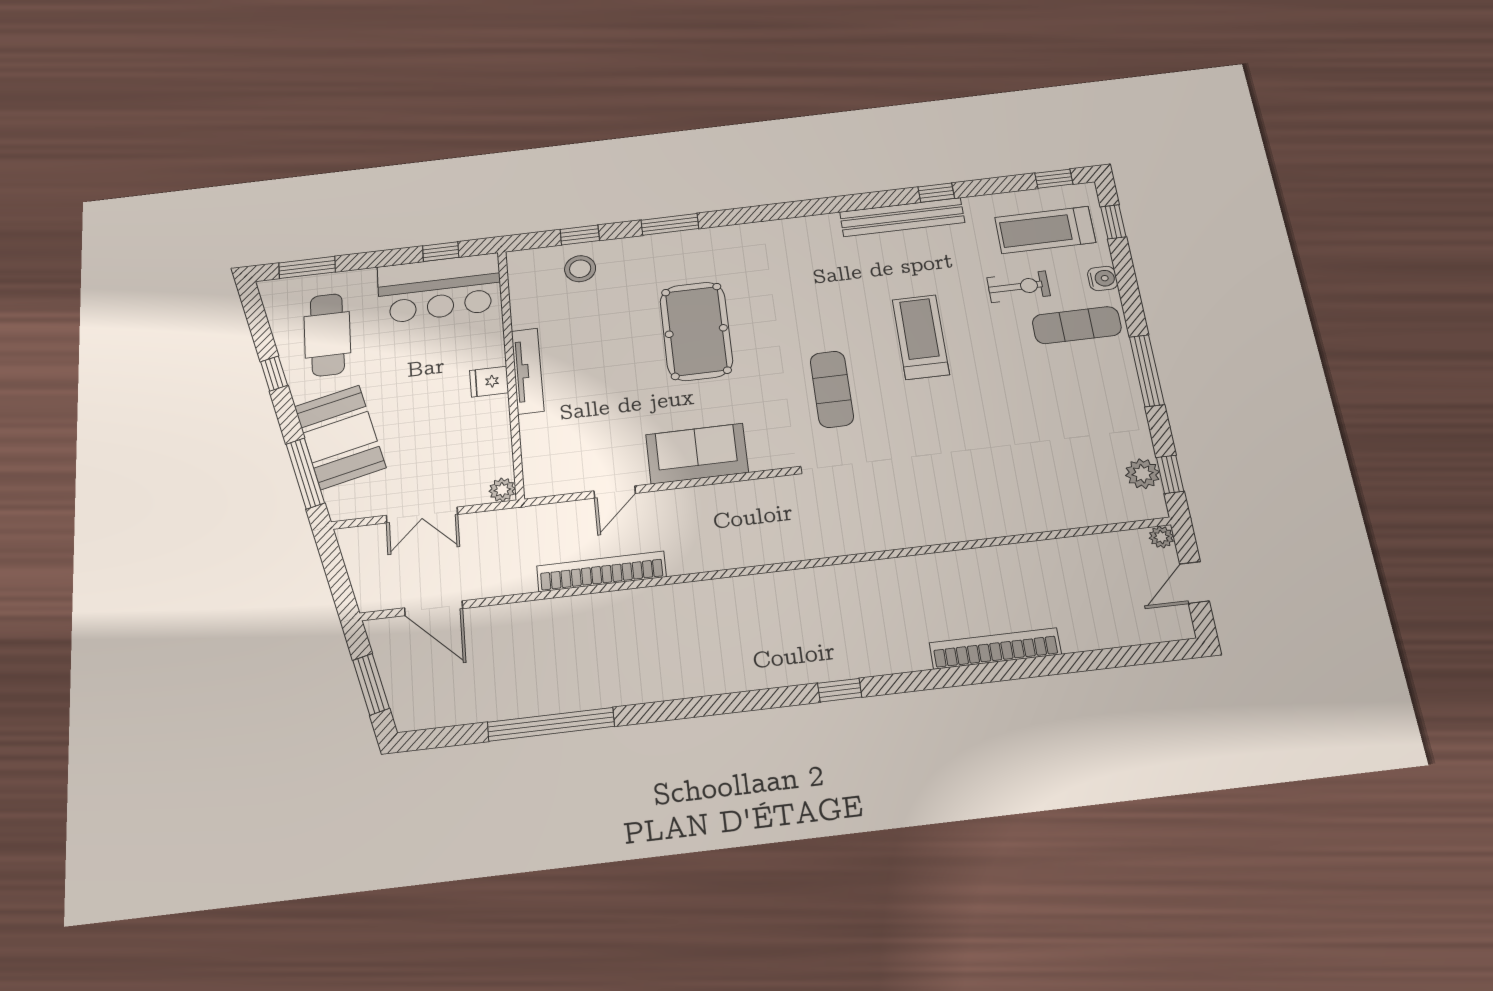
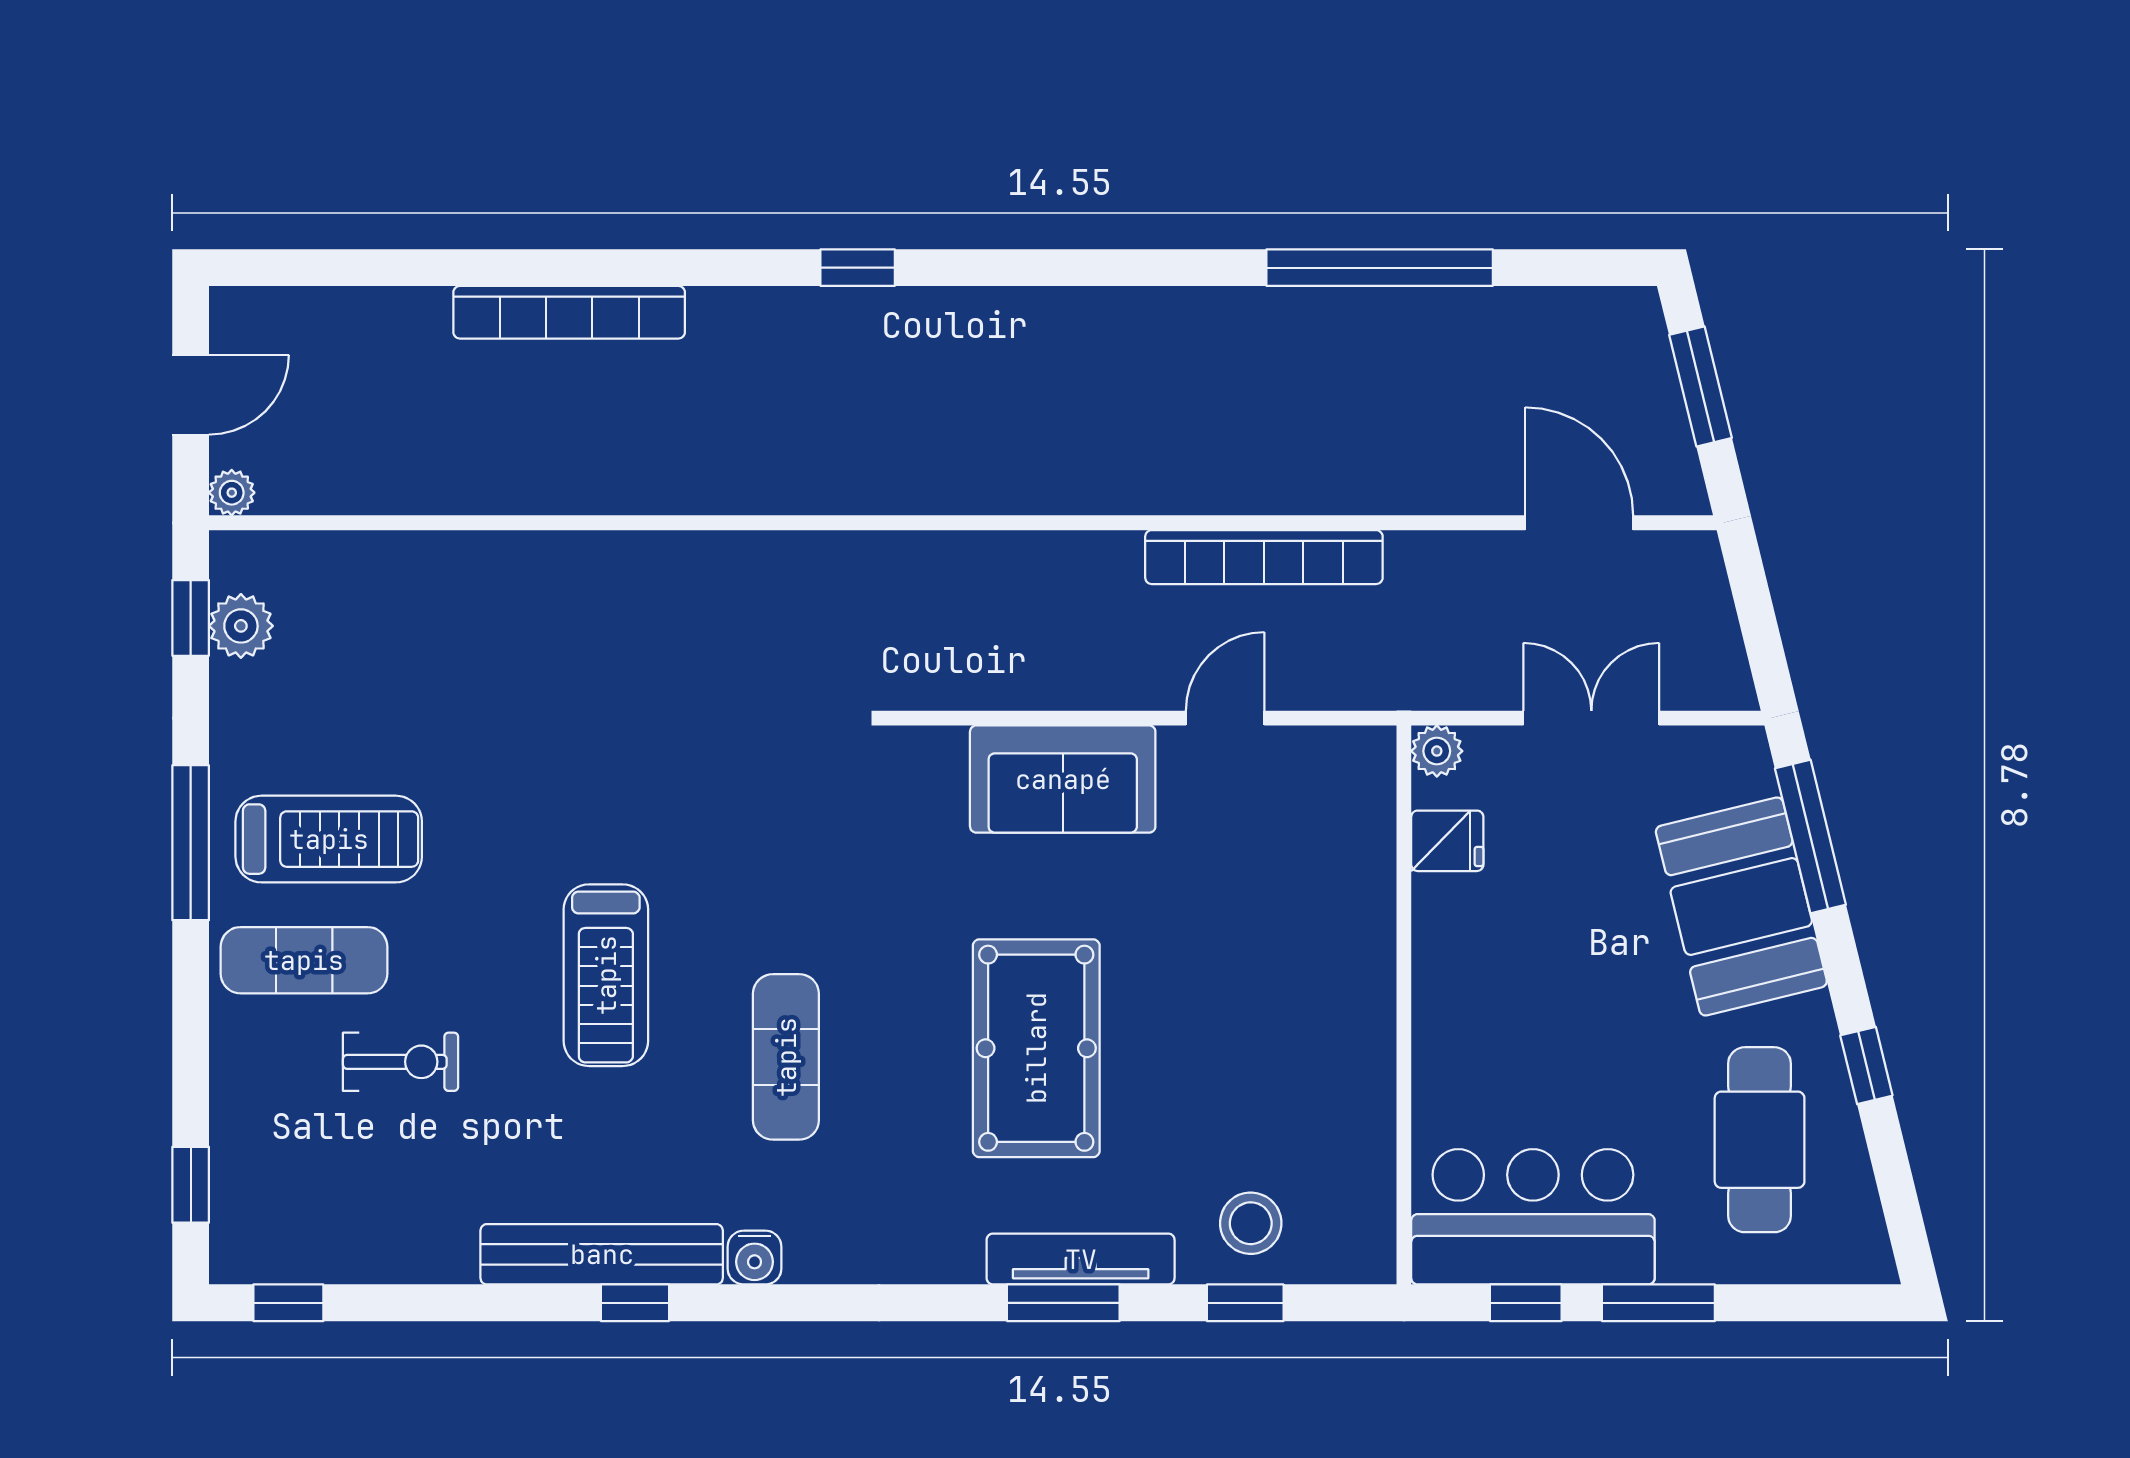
window: (936, 193) -> (635, 1303), moved
treadmill: (1045, 230) -> (329, 839), moved
window: (307, 267) -> (1658, 1303), moved
water cooler: (1103, 278) -> (755, 1258), moved, turned -90
exercise bike: (1018, 287) -> (401, 1062), turned 180
tv unit: (528, 371) -> (1081, 1259), moved, turned 90
fridge: (489, 382) -> (1447, 841), moved
exercise mat: (832, 389) -> (786, 1057), moved

